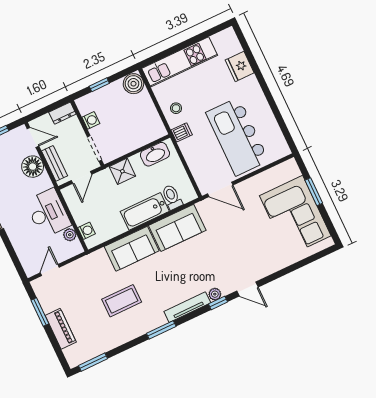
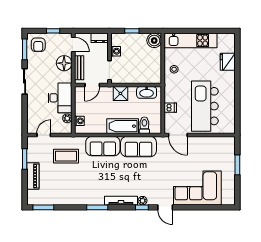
dishwasher: (182, 132) -> (170, 108), moved
corner sofa: (295, 216) -> (197, 188), moved, turned 90
coffee table: (122, 301) -> (66, 156), moved

